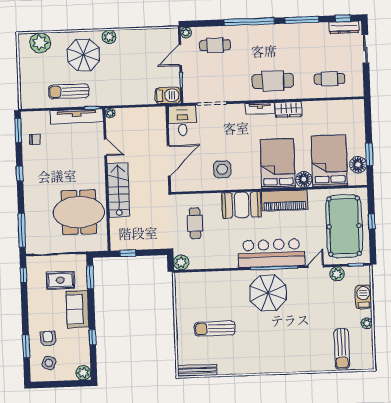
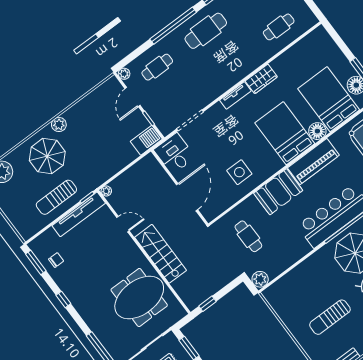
cafe table: (273, 81) -> (206, 31), moved

